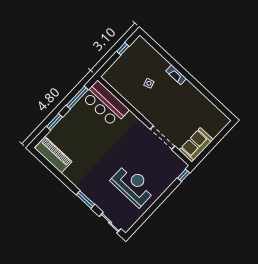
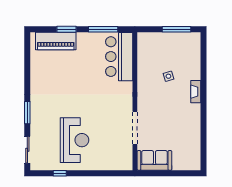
window: (123, 49) -> (176, 29), width x2.17
piano: (53, 155) -> (56, 41), moved, turned 90
window: (184, 175) -> (60, 173), moved

